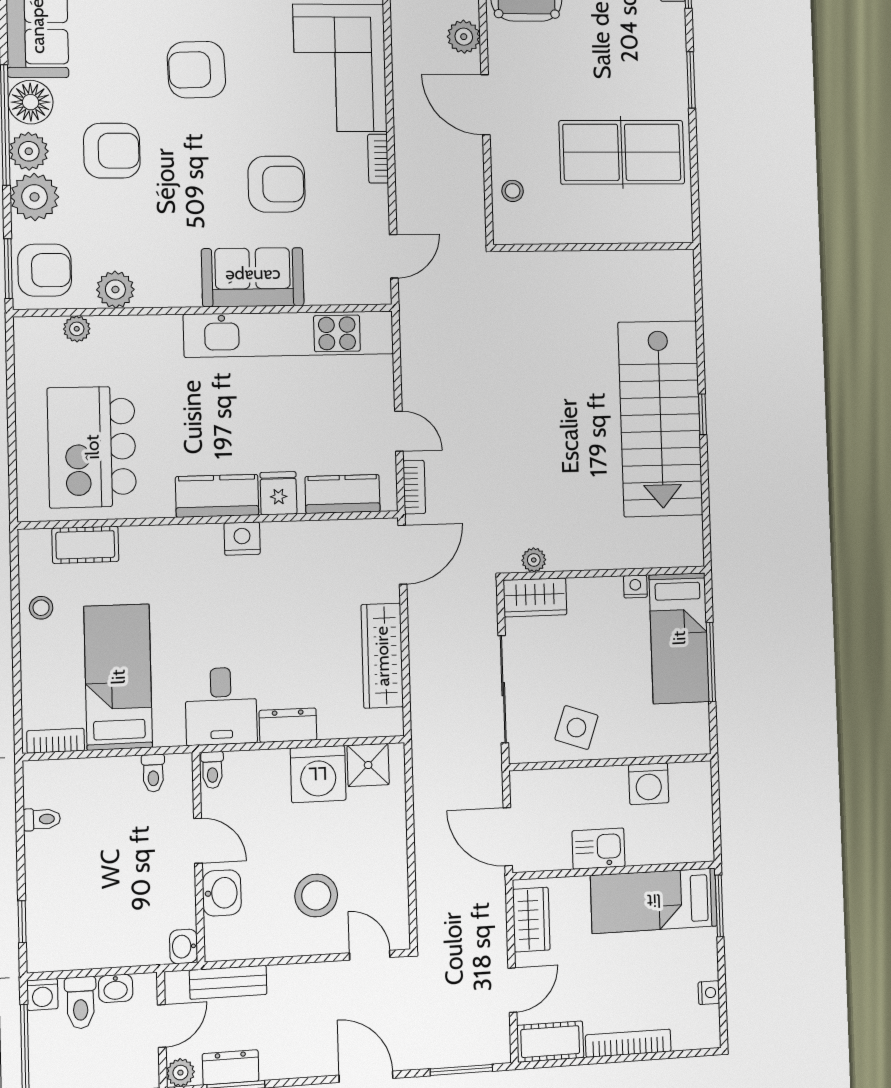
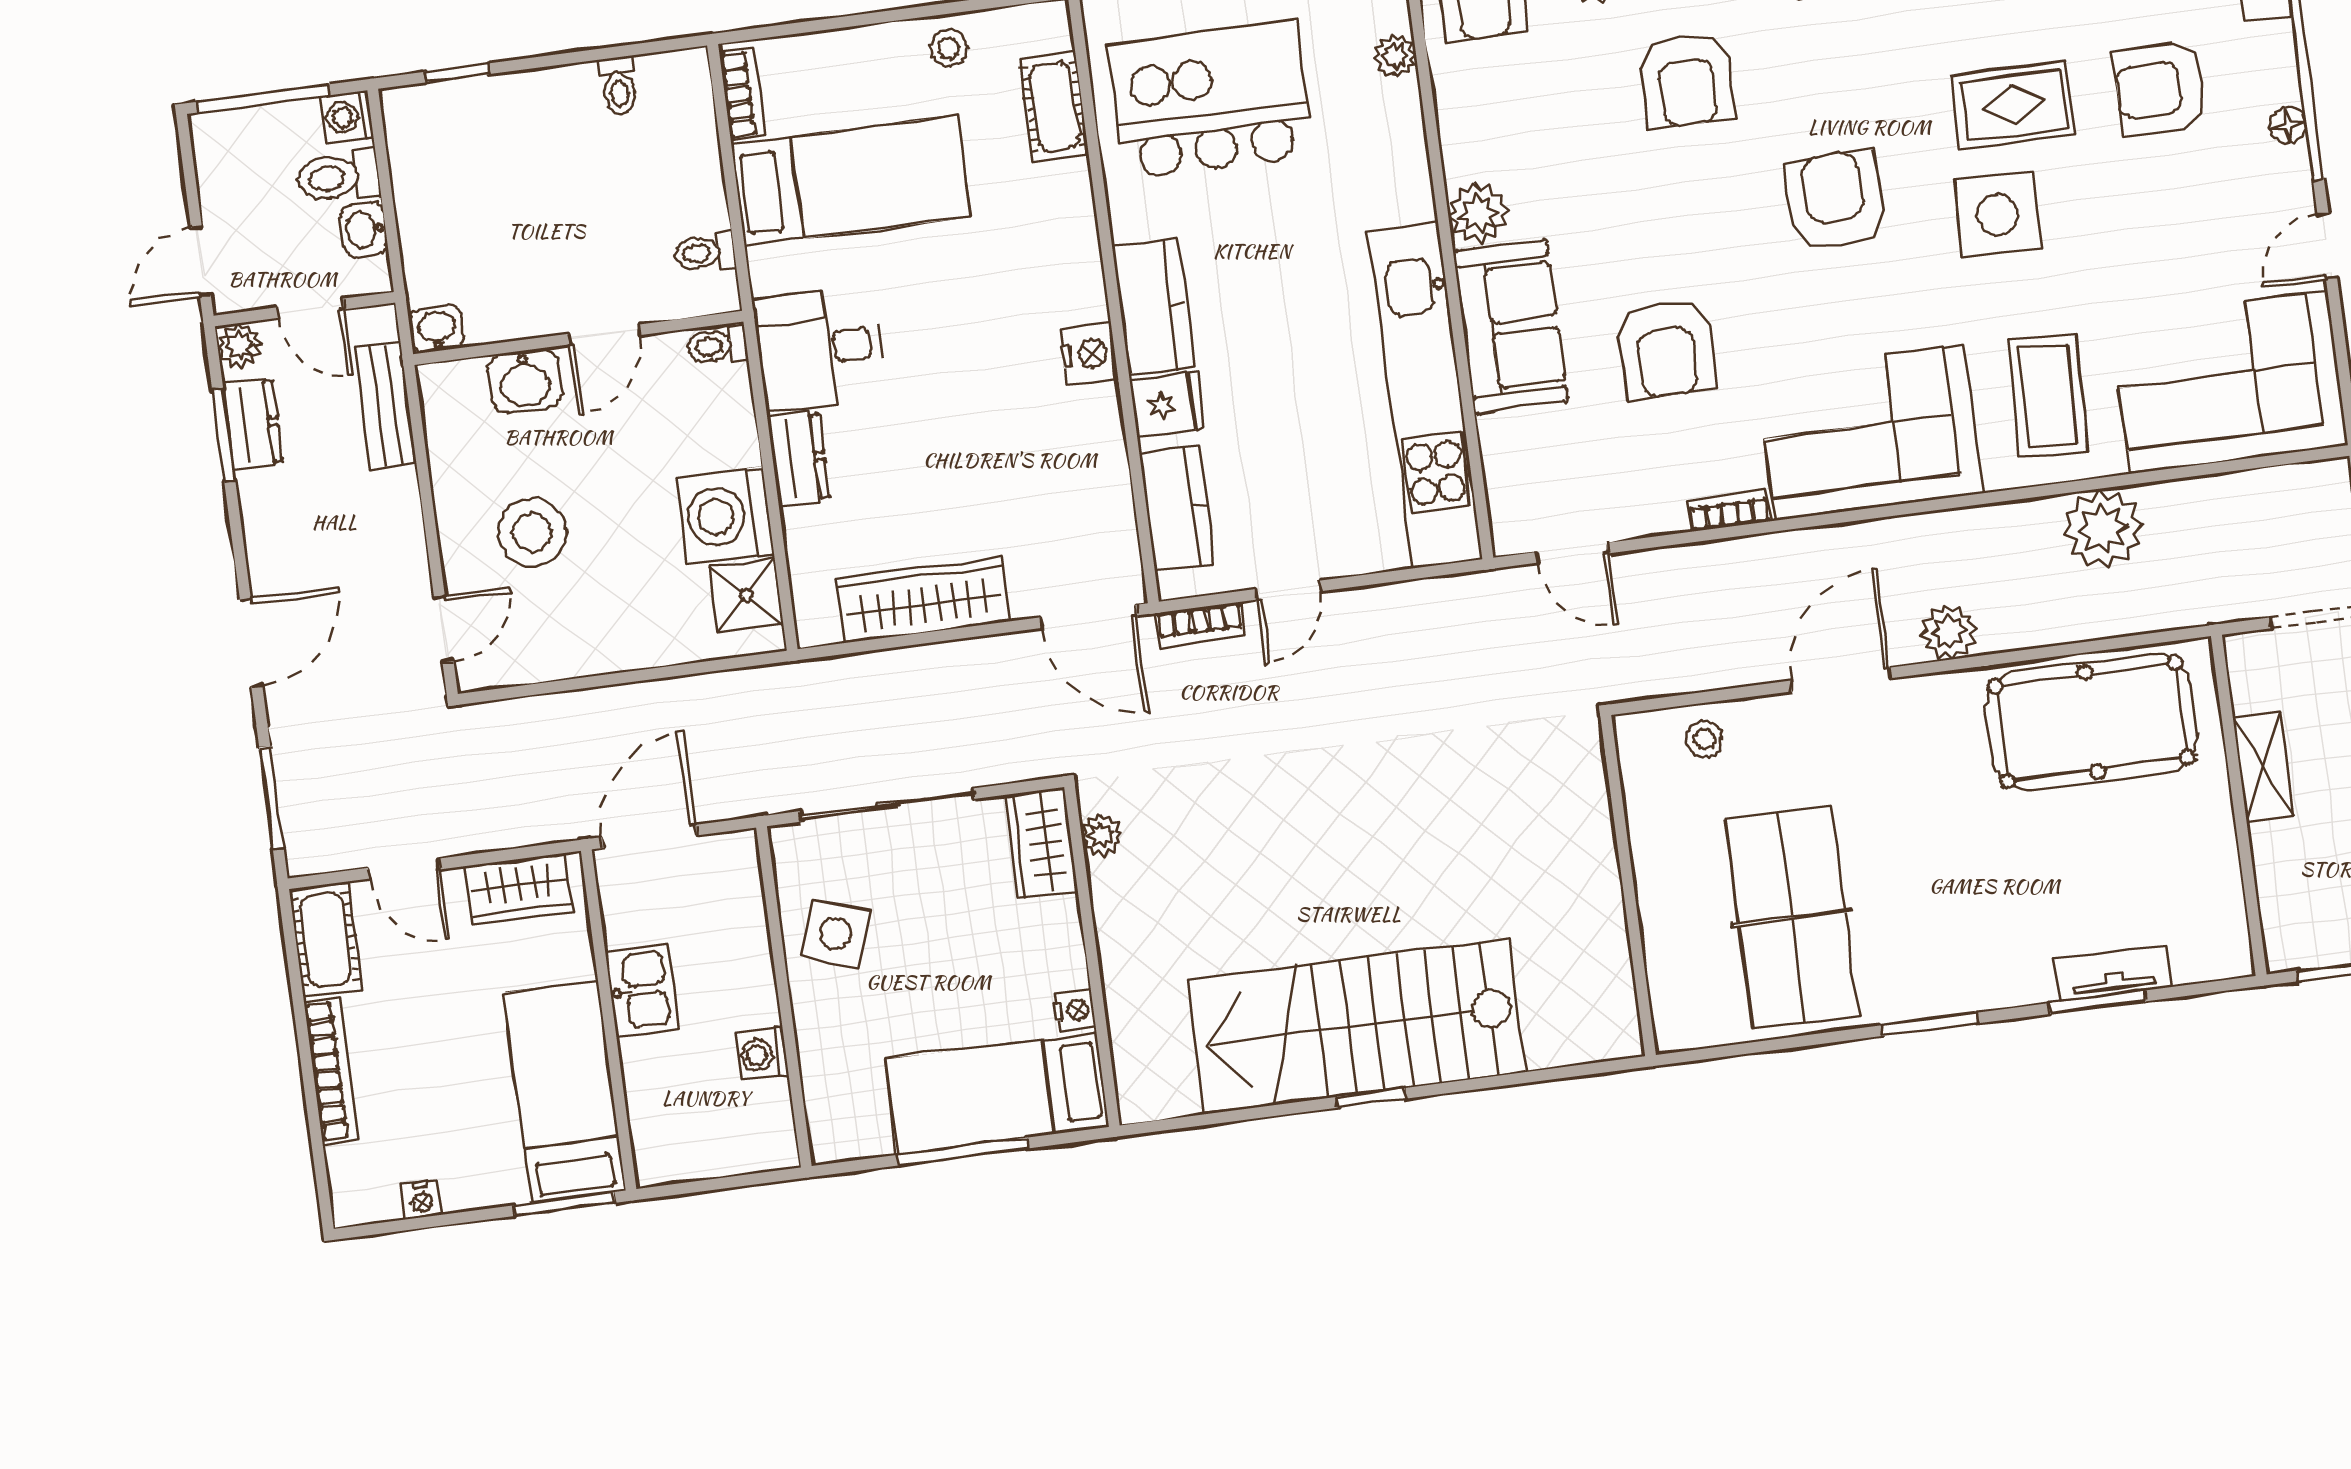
plant: (115, 290) -> (1478, 213), moved
washing machine: (649, 784) -> (762, 1054), width x0.73, depth x0.73

